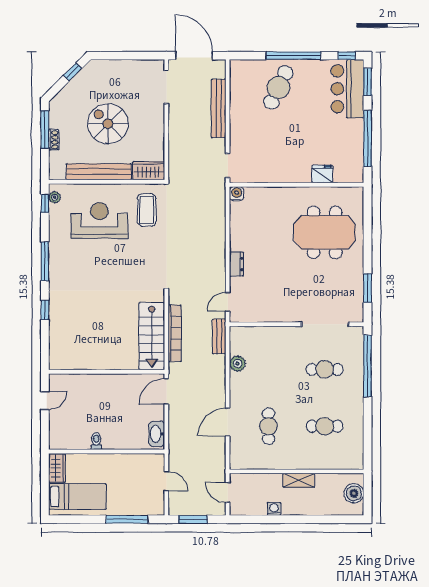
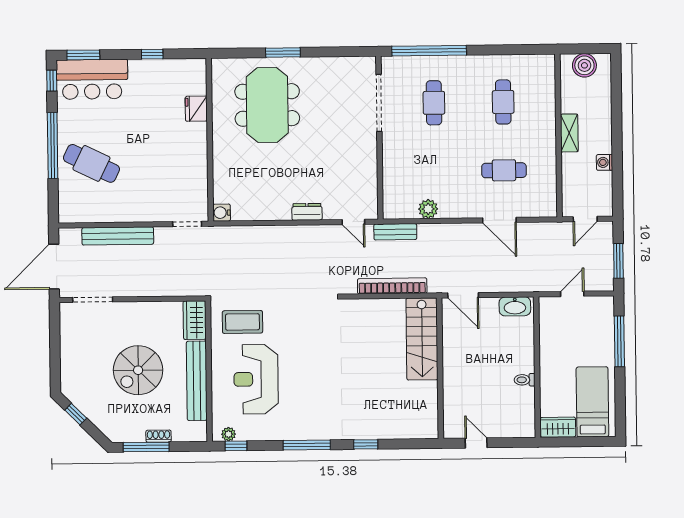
window: (368, 138) -> (152, 54), width x0.32
window: (368, 288) -> (283, 52), moved
stairs: (152, 336) -> (422, 339), moved, turned 90

